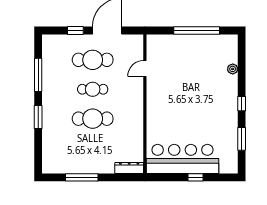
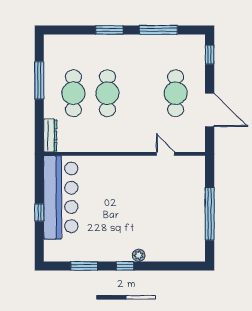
window: (75, 30) -> (210, 55), moved
plant: (233, 69) -> (139, 255), moved
cafe table: (93, 89) -> (73, 93), moved, width x1.37, depth x1.35

